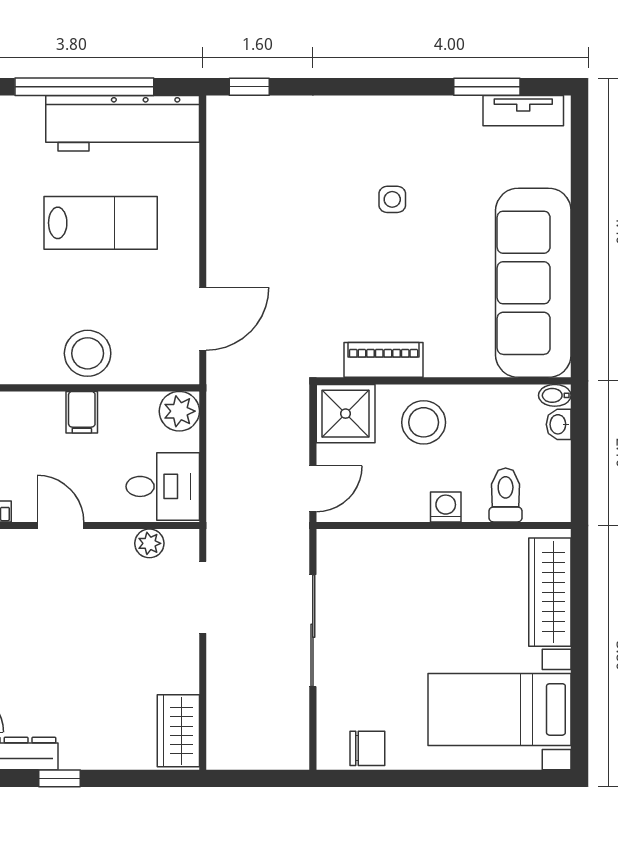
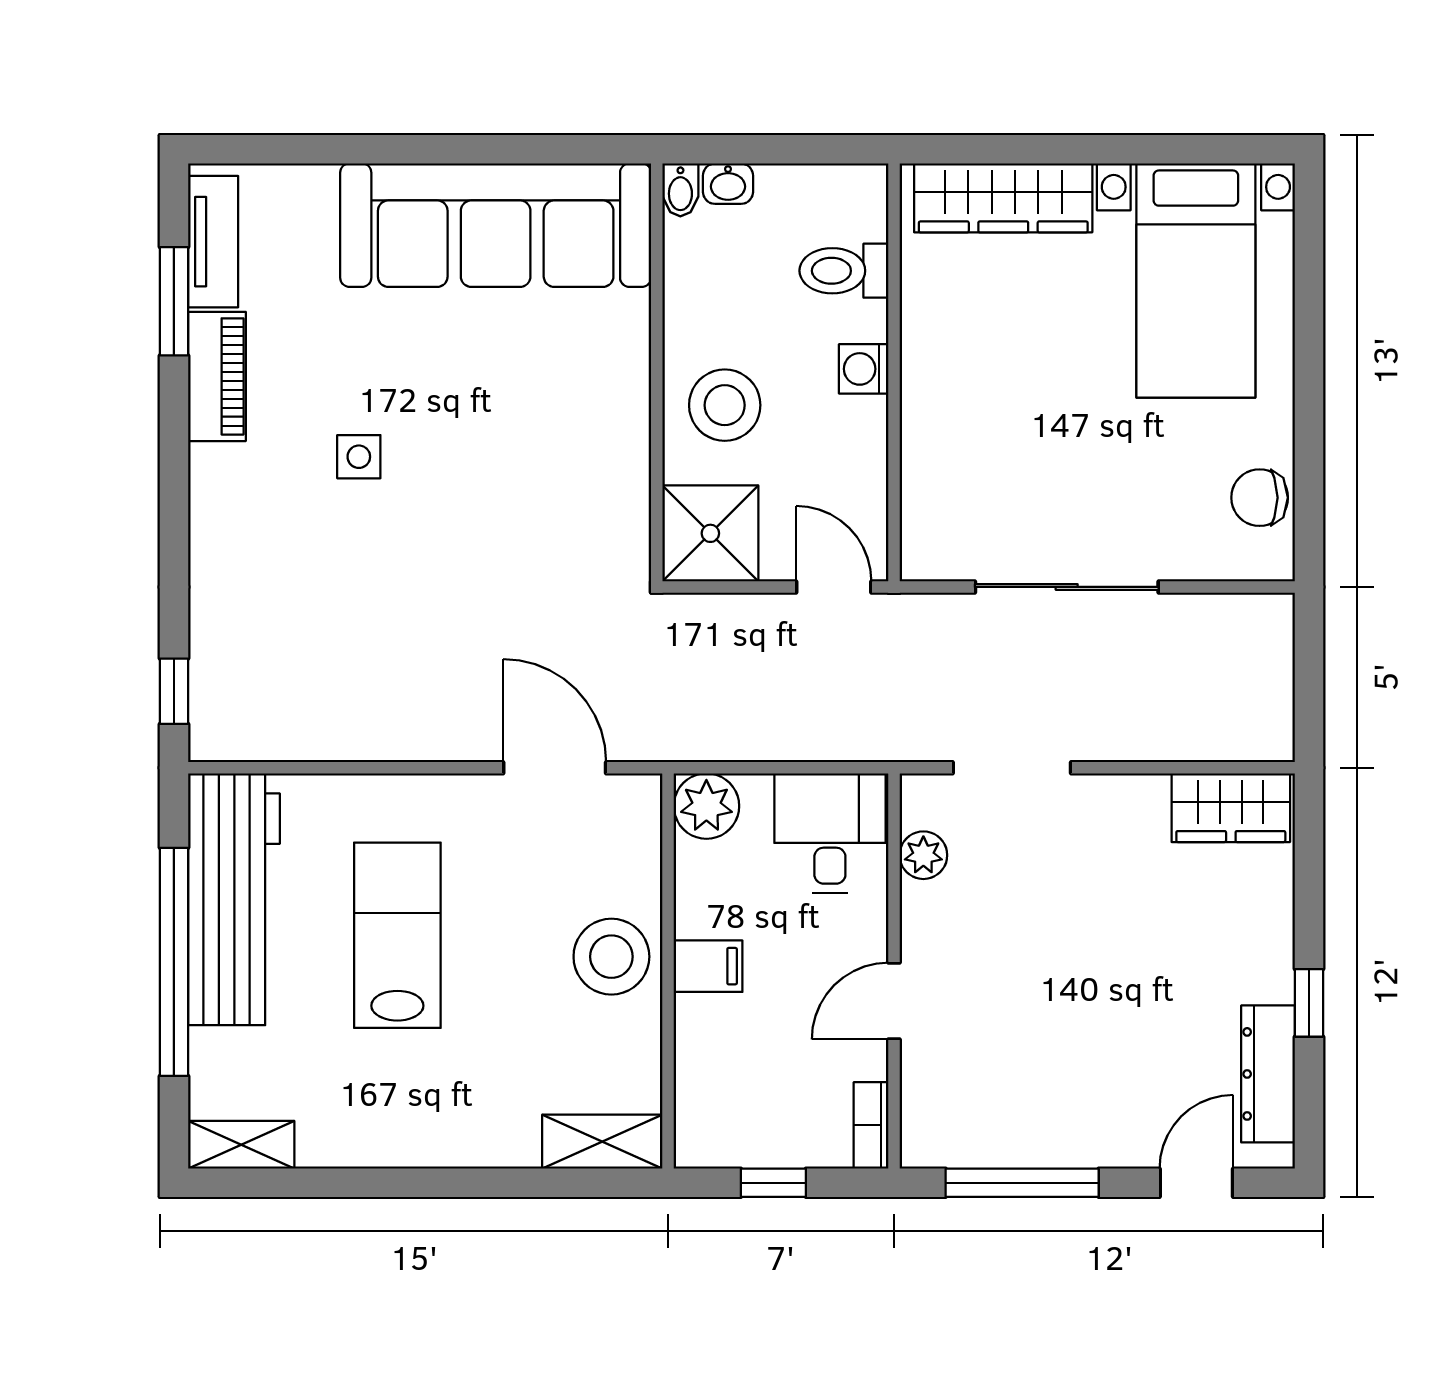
piano: (384, 360) -> (217, 376), moved, turned 180
chair: (367, 748) -> (1260, 498), turned -90

